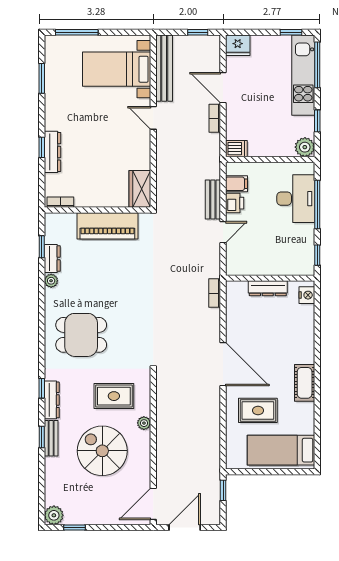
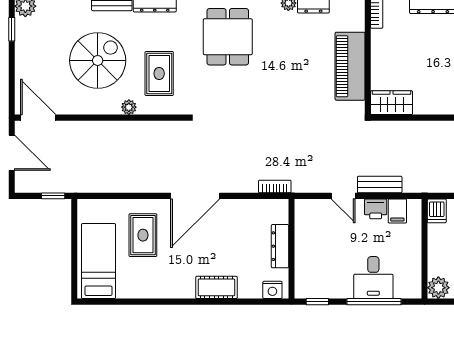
desk: (296, 199) -> (373, 278), width x0.73
cot: (305, 383) -> (216, 287), moved

